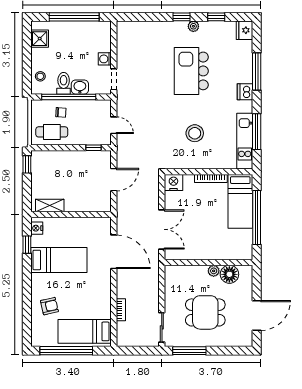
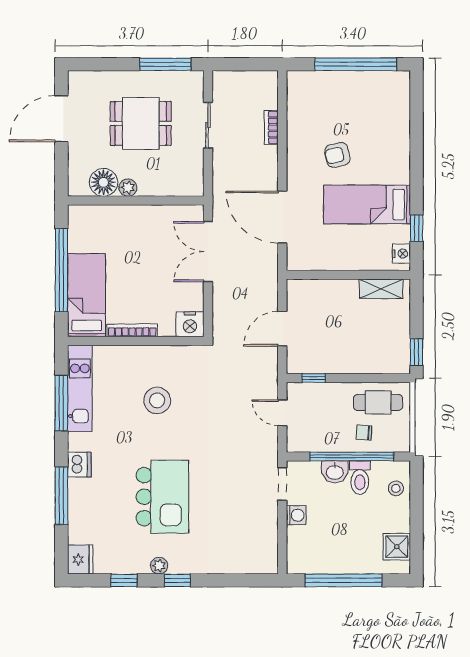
armchair: (49, 306) -> (337, 155), moved
sliding door: (162, 327) -> (208, 125), moved
bed: (85, 331) -> (327, 94), removed

